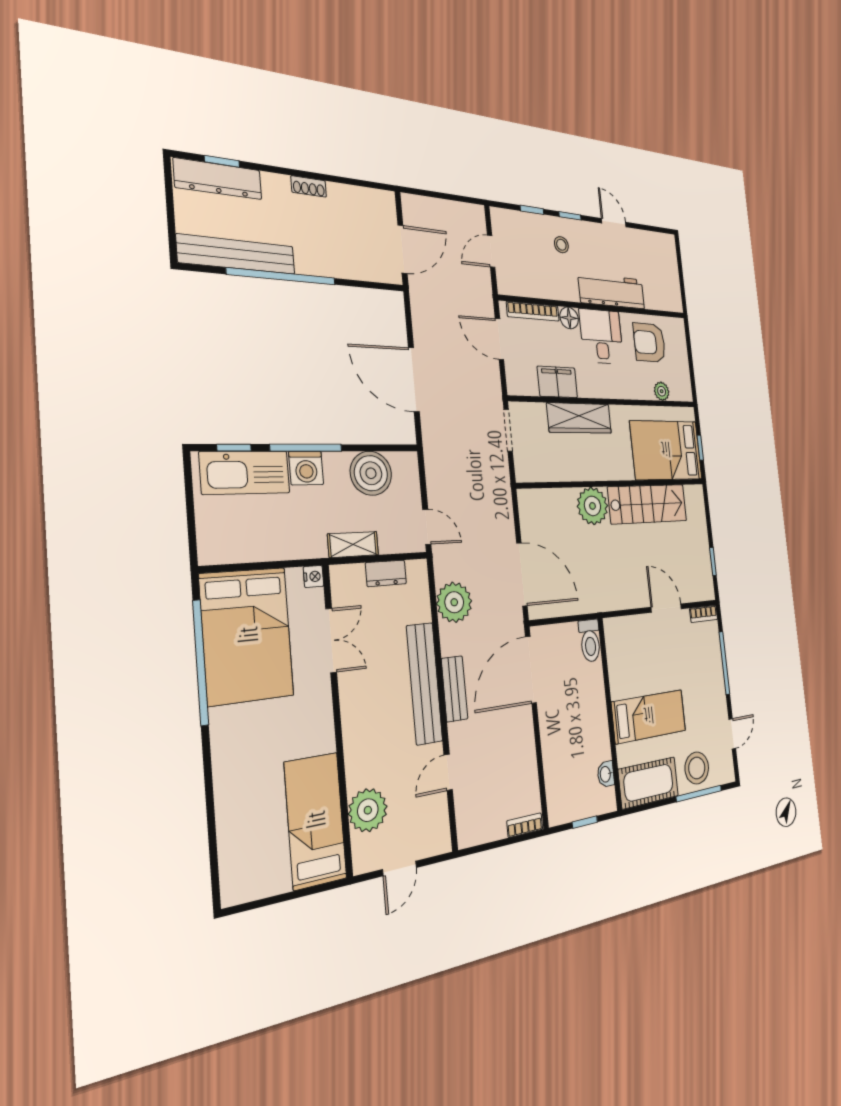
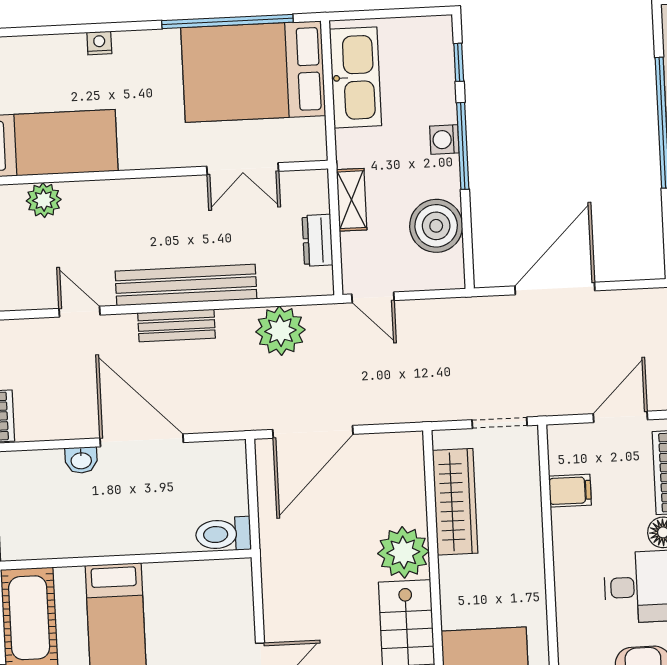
filing cabinet: (557, 382) -> (570, 491), width x0.50
wardrobe: (579, 418) -> (455, 502), moved, turned 180
washing machine: (306, 468) -> (444, 140), width x0.73, depth x0.73
kitchen sink: (245, 472) -> (355, 77), moved, turned 180
door: (427, 527) -> (373, 297), hinge flipped
nightstand: (313, 577) -> (99, 43), moved, turned 180
door: (531, 670) -> (142, 440), moved
washbasin: (606, 774) -> (81, 460), moved, turned 180
plant: (368, 810) -> (44, 200), width x0.73, depth x0.73

